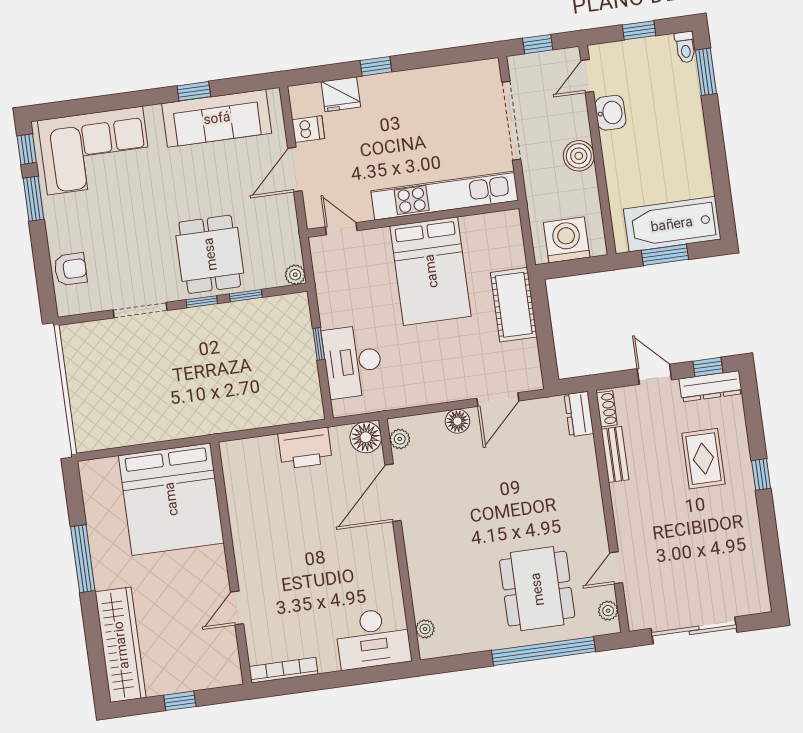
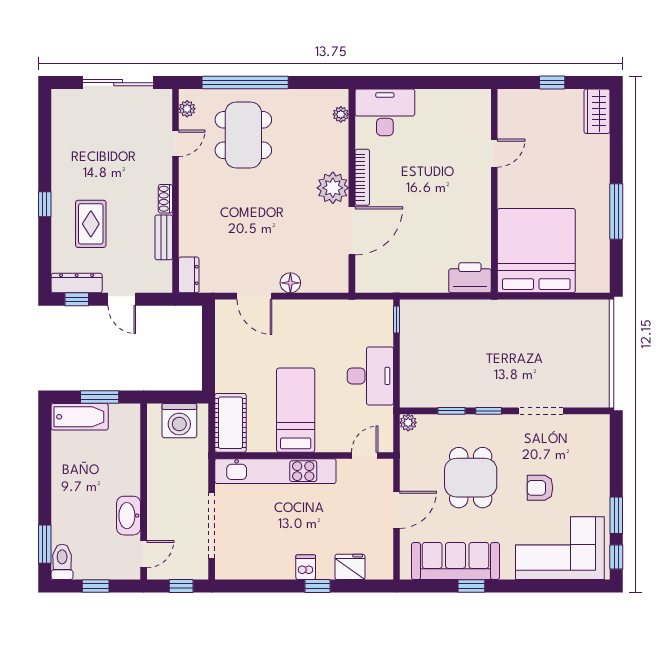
toilet: (685, 47) -> (62, 562), width x1.37, depth x1.39
washbasin: (610, 113) -> (129, 516), width x1.38
dishwasher: (308, 129) -> (306, 567), moved, turned 90
boiler: (579, 156) -> (160, 489), removed
bathtub: (672, 224) -> (80, 417), width x0.73, depth x0.73
door: (341, 229) -> (365, 455), swing flipped
dining table: (210, 254) -> (471, 478), moved
armchair: (70, 269) -> (540, 488), moved
bed: (431, 271) -> (296, 410), width x0.67
cot: (514, 305) -> (231, 423), moved
window: (319, 344) -> (396, 319), moved
desk: (353, 362) -> (370, 376), moved
door: (498, 400) -> (254, 296), swing flipped
shoe rack: (607, 409) -> (165, 199), moved
floor lamp: (366, 437) -> (368, 280), removed
plant: (400, 439) -> (333, 188), moved, width x1.88, depth x1.88
printer: (305, 448) -> (470, 278), moved
wardrobe: (121, 645) -> (597, 111), width x0.48, depth x0.85
bookcase: (283, 670) -> (362, 177), moved, turned -90

